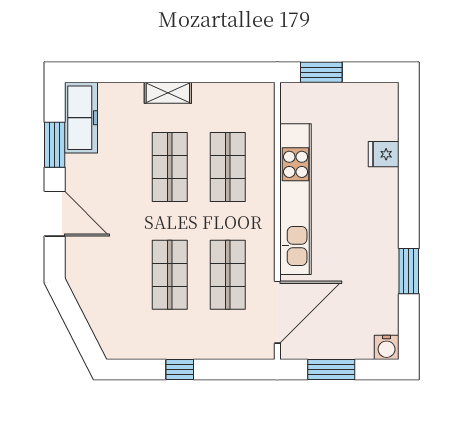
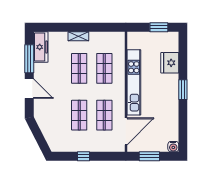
window: (321, 72) -> (159, 27), moved
window: (55, 145) -> (29, 59), width x1.44
fridge: (384, 154) -> (170, 63), width x1.88, depth x1.34
window: (409, 271) -> (183, 90), moved

